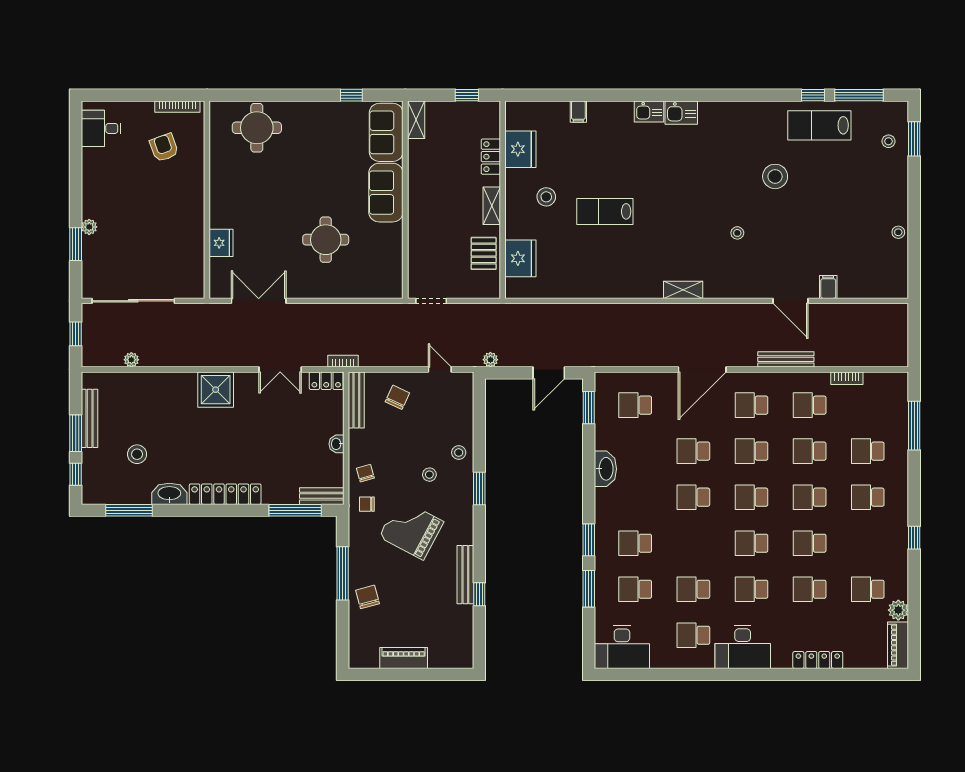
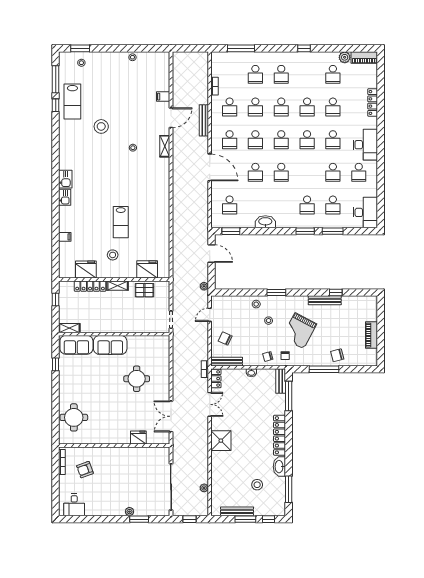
locker: (491, 157) -> (90, 286), width x1.53
shelving: (683, 290) -> (165, 146), moved

